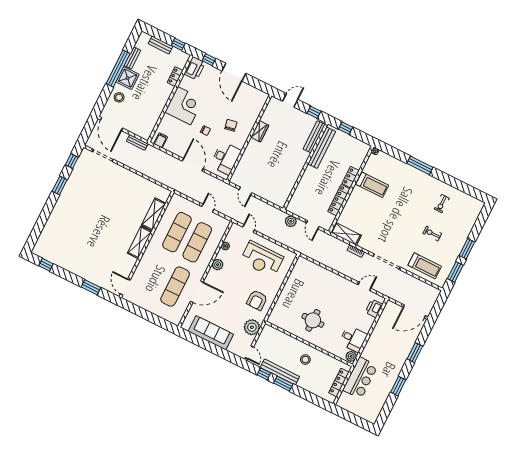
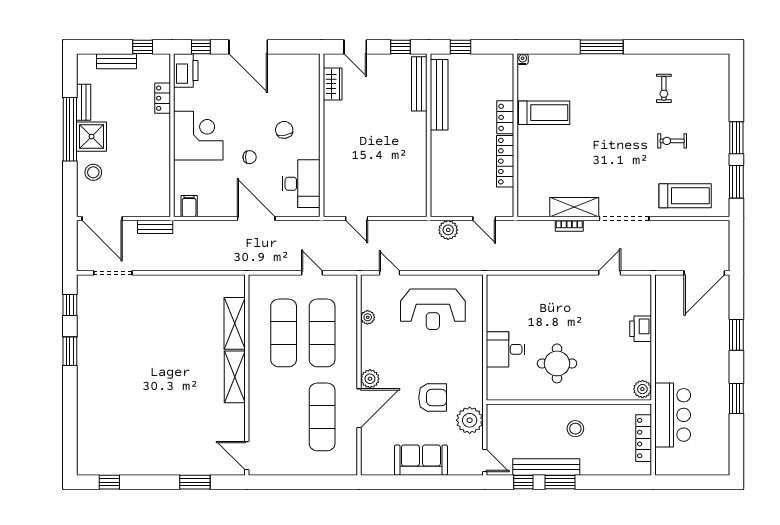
door: (290, 100) -> (355, 47), swing flipped
wardrobe: (260, 131) -> (333, 84), moved
shelving: (346, 234) -> (574, 207), moved
plant: (218, 265) -> (370, 379), moved
armchair: (257, 300) -> (433, 398), moved, turned -90
printer: (374, 308) -> (641, 329), moved
sofa: (211, 333) -> (421, 460), width x0.73
desk: (353, 339) -> (506, 349), moved, turned 180

